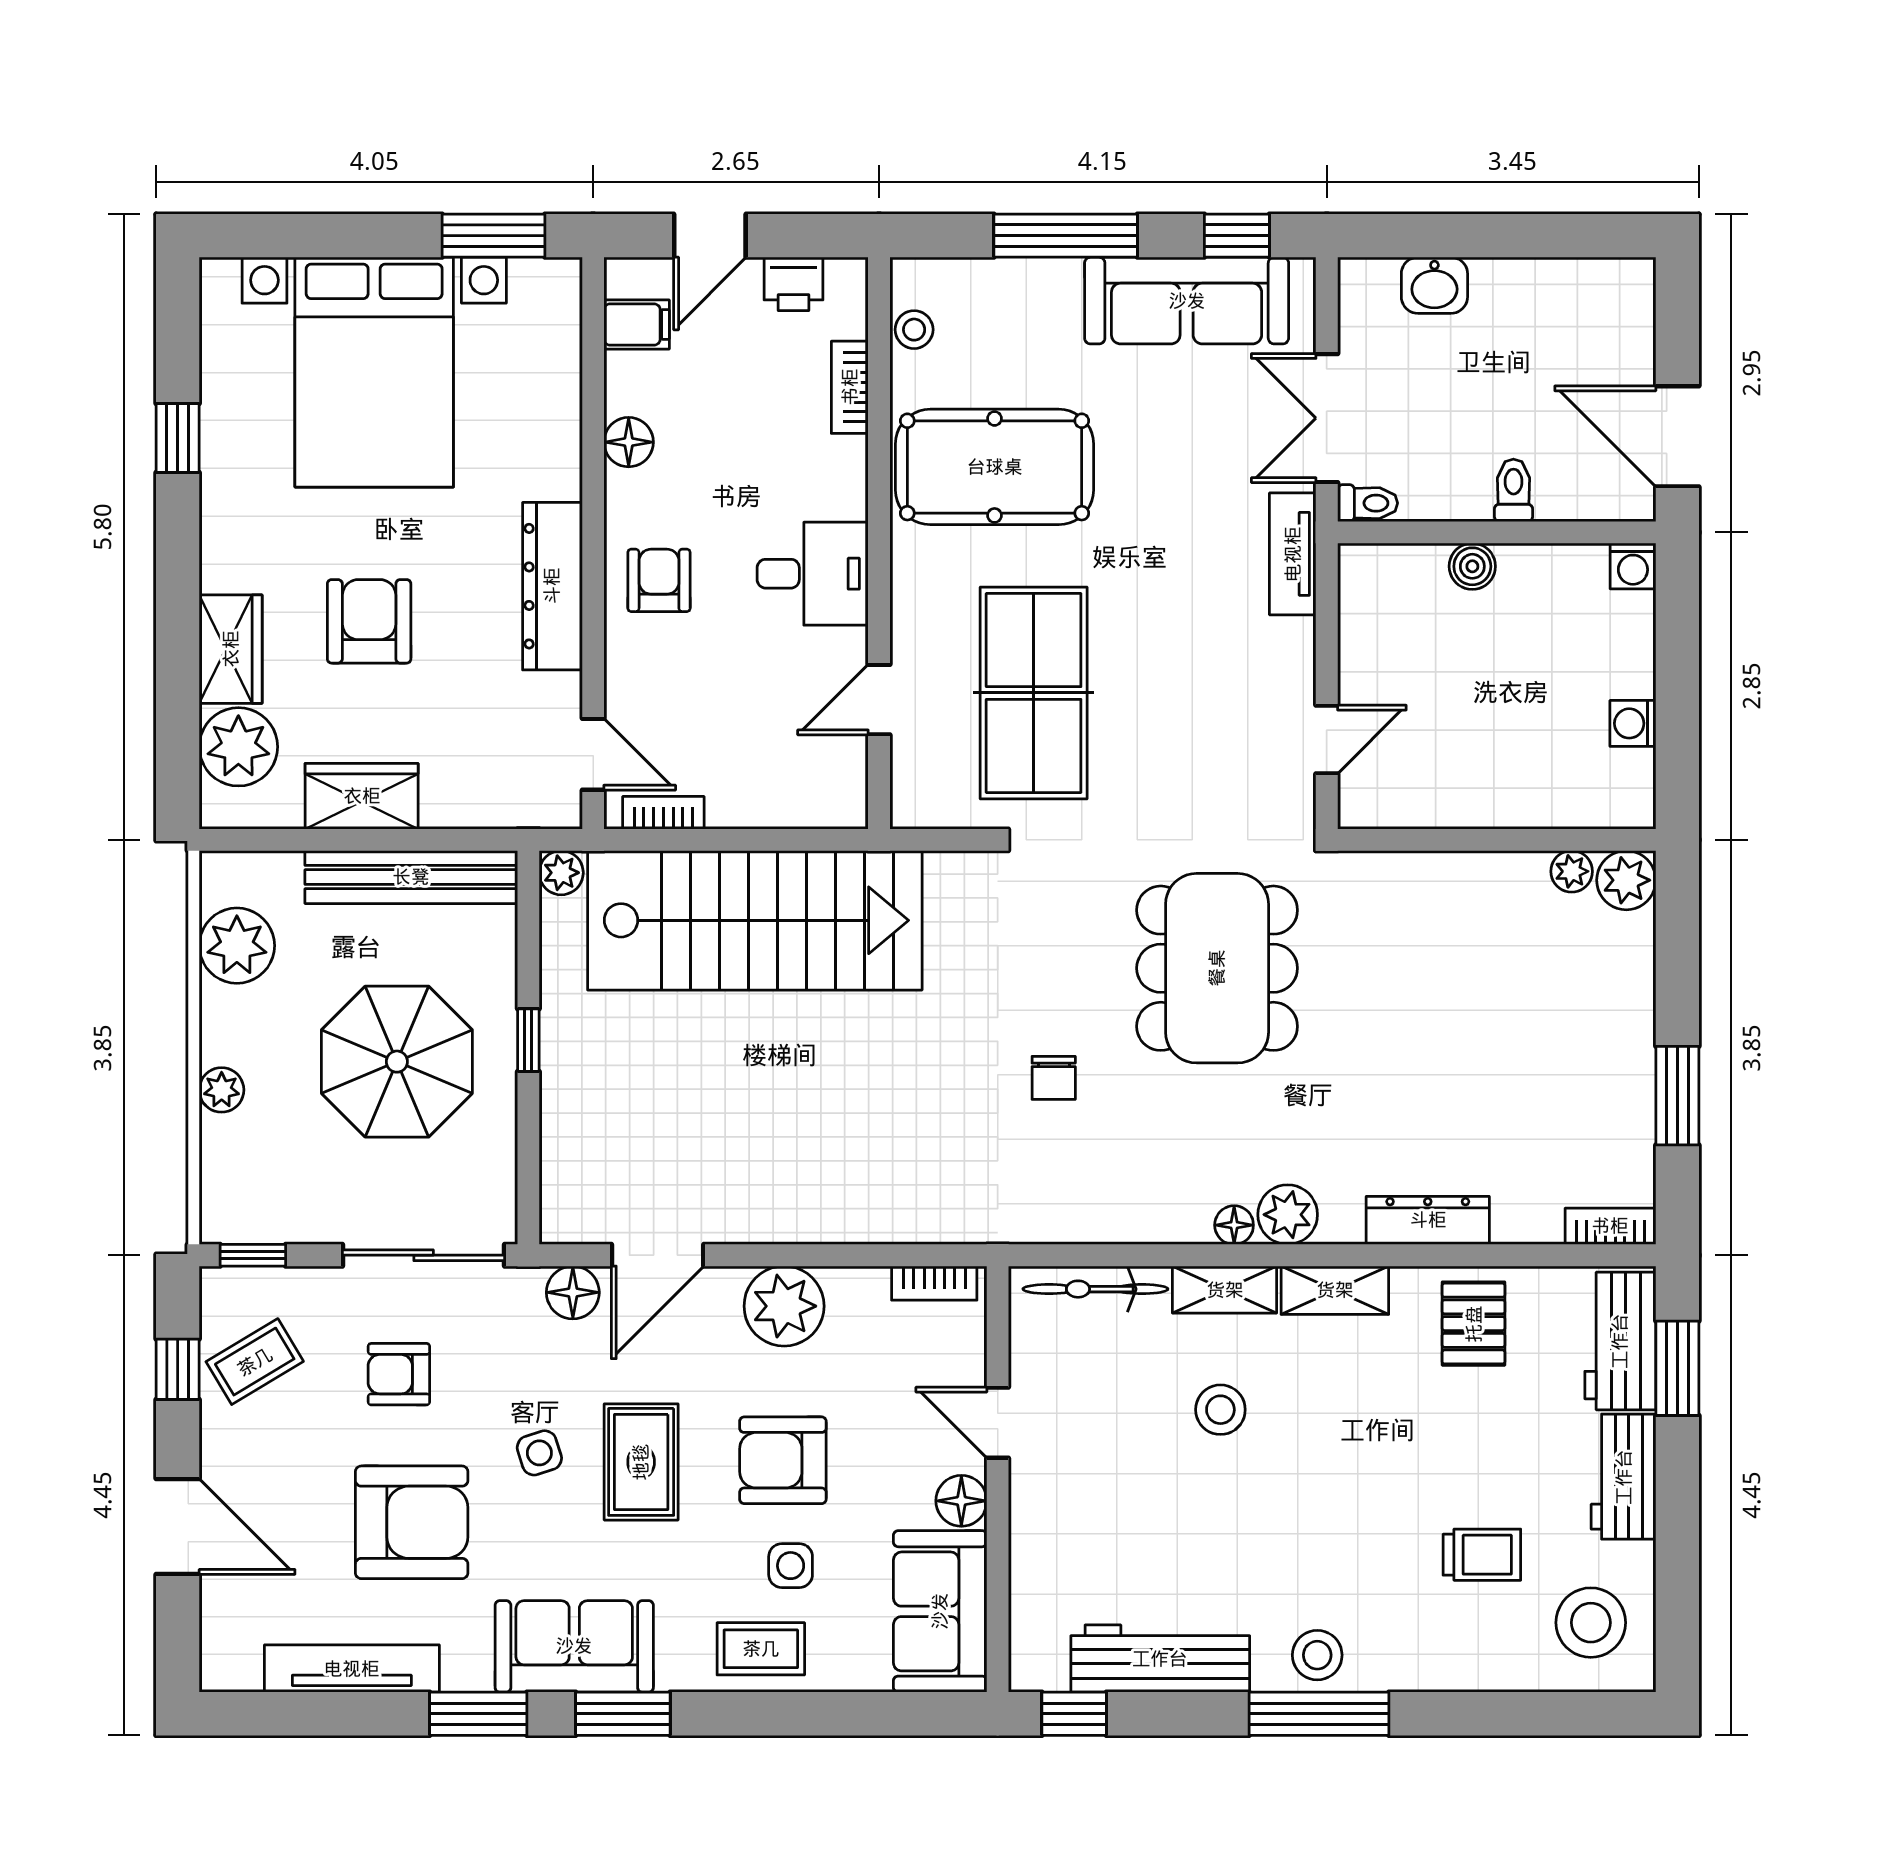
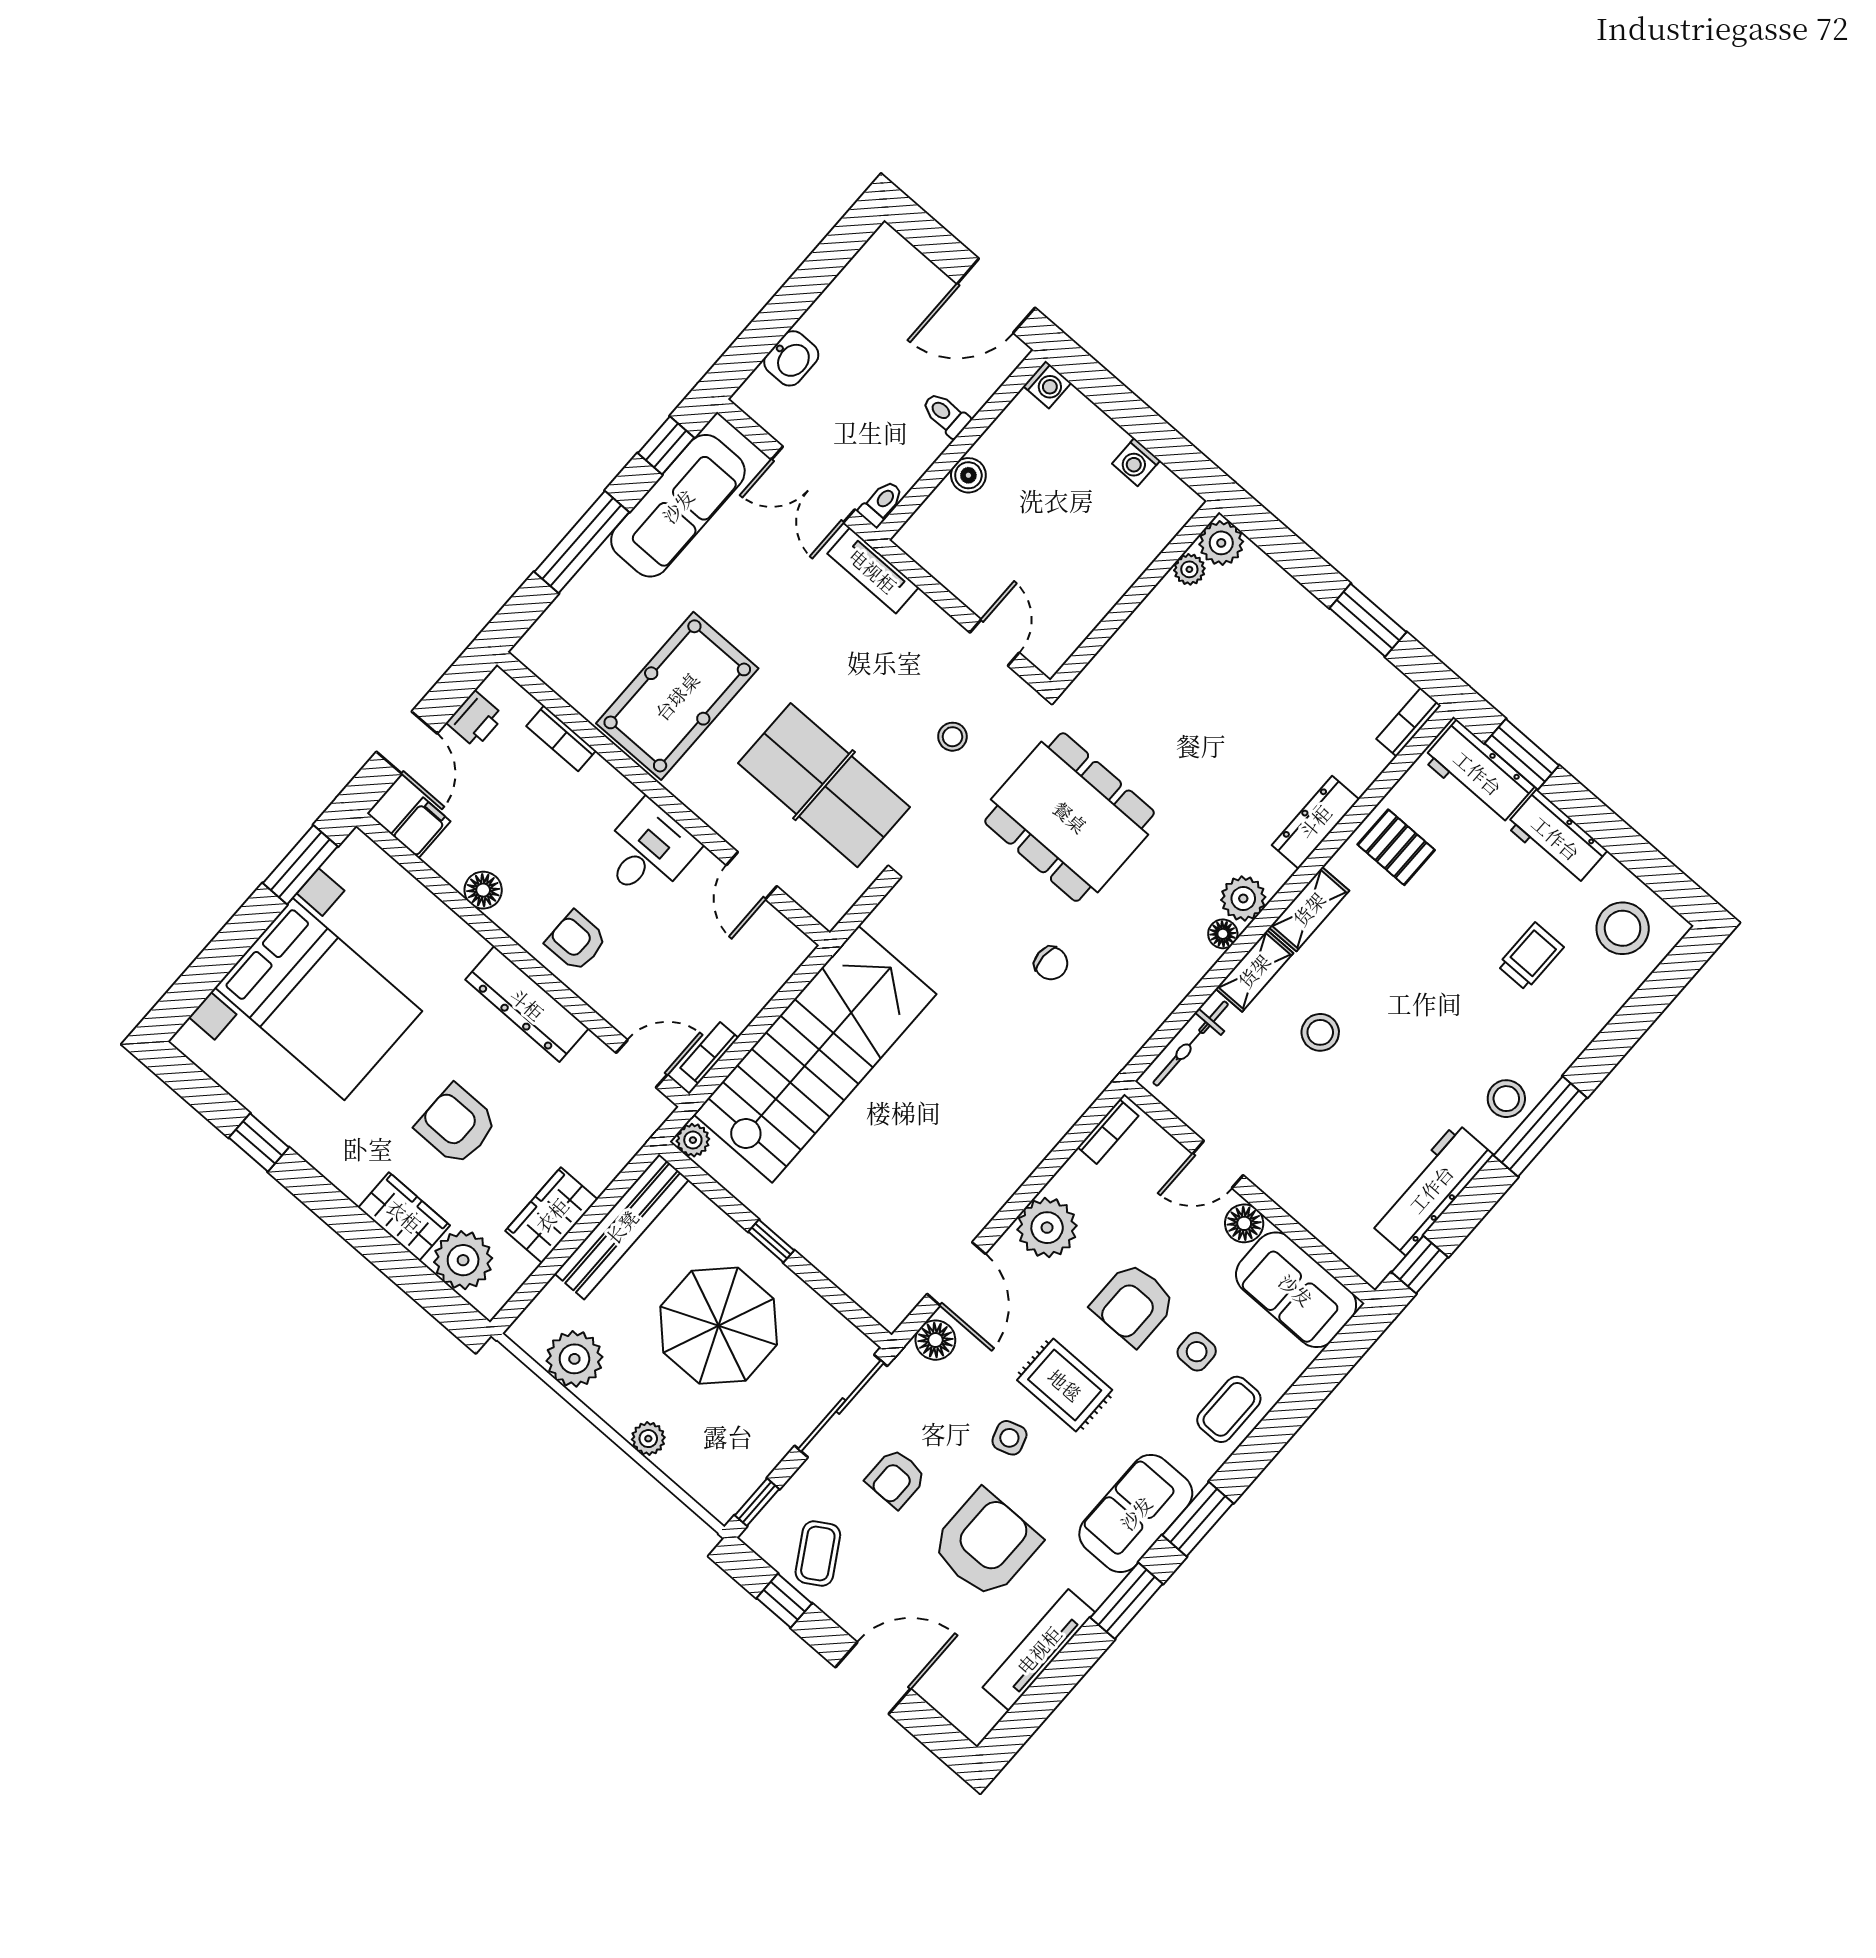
stool: (914, 330) -> (952, 737), moved

